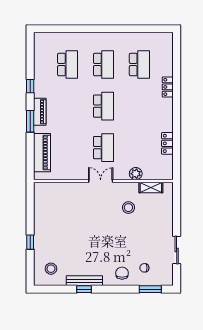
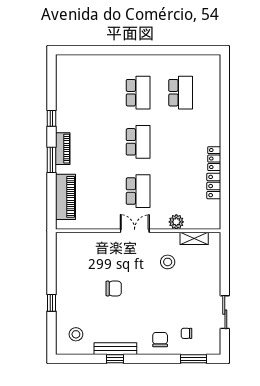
school desk: (68, 65) -> (96, 93), removed
locker: (168, 87) -> (214, 159), moved
chair: (83, 230) -> (114, 288), added

